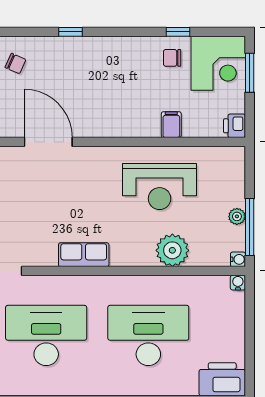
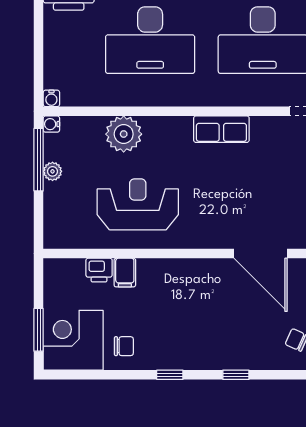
window: (178, 32) -> (170, 375), moved
printer: (235, 126) -> (99, 270), moved, turned 90

